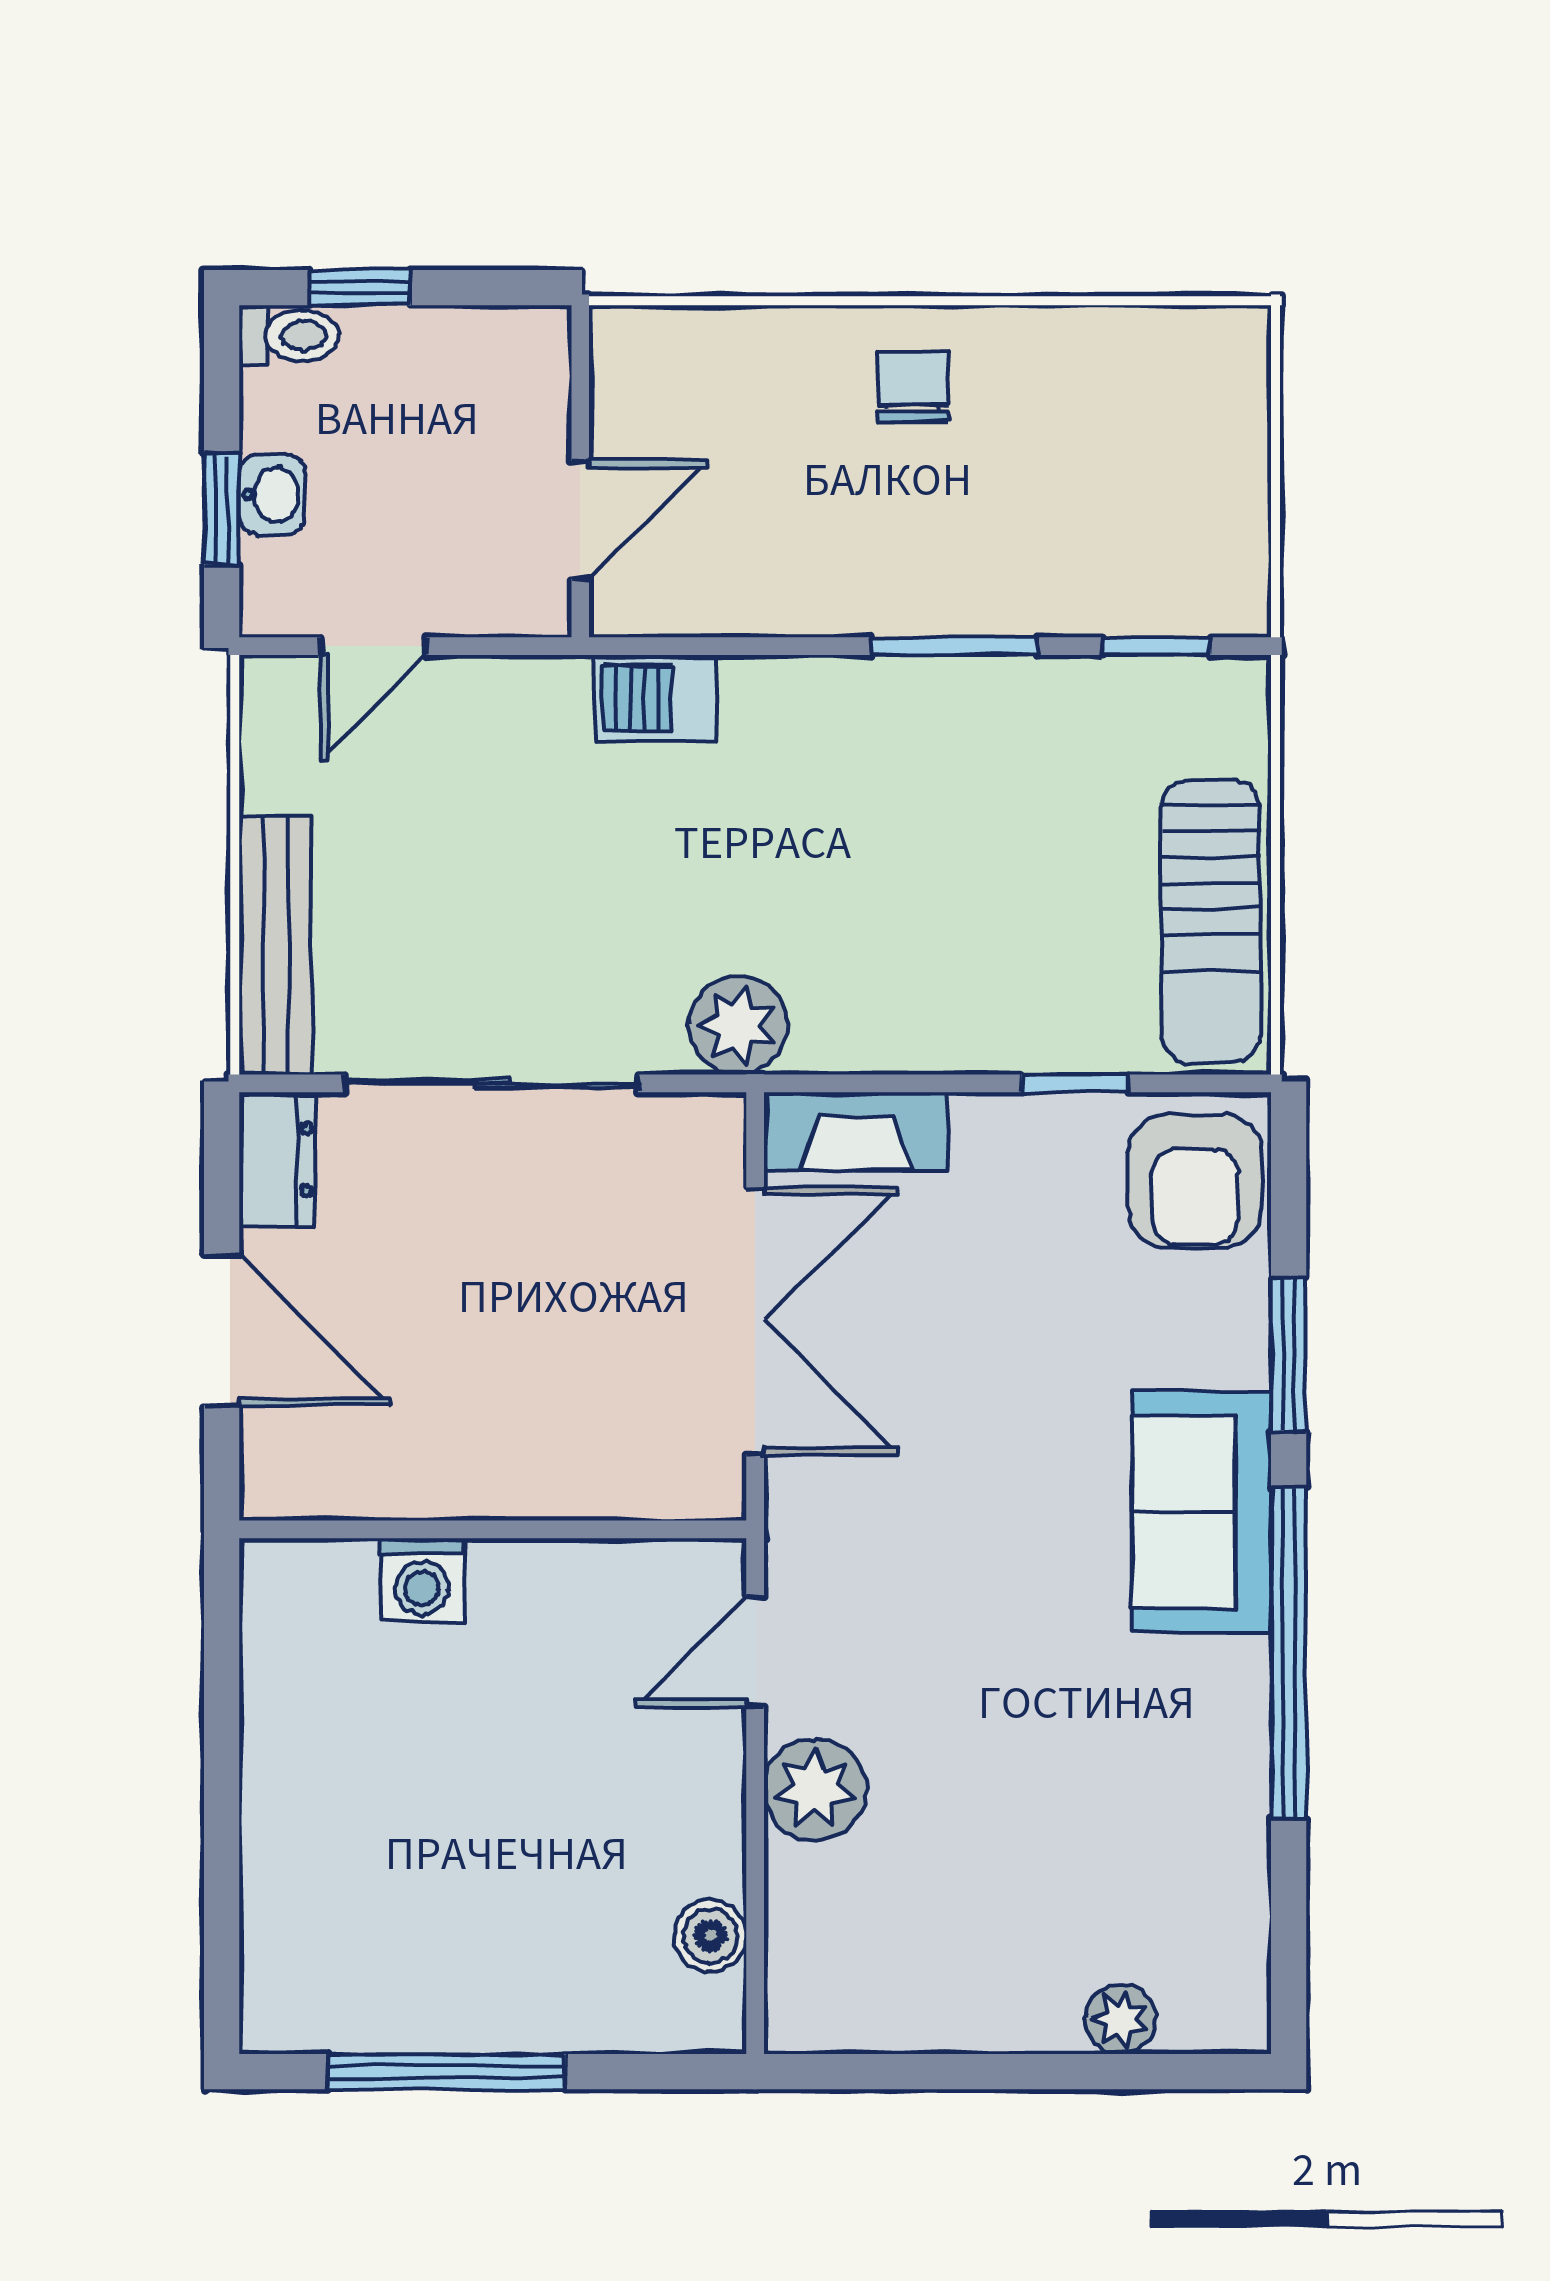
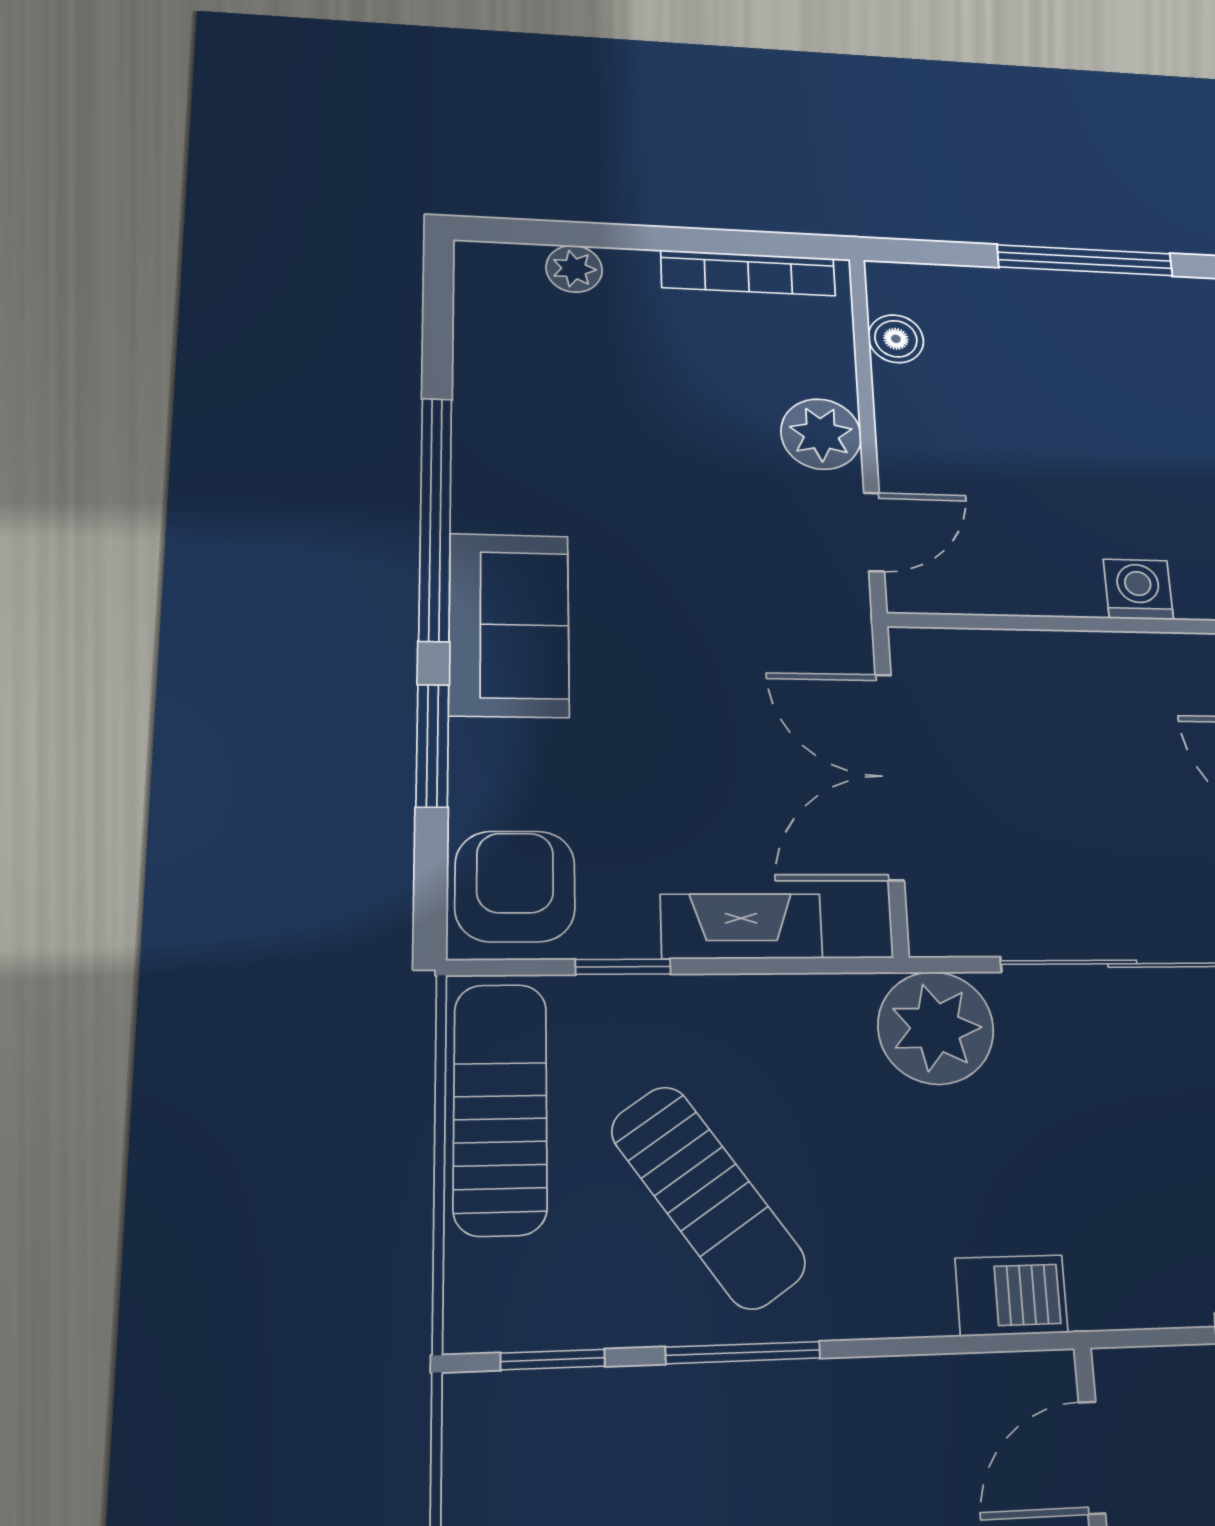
sun lounger: (987, 817) -> (708, 1197), added
plant: (738, 1025) -> (936, 1028), width x1.36, depth x1.36
fireplace: (856, 1131) -> (741, 926), moved
bookcase: (898, 2025) -> (748, 273), added

